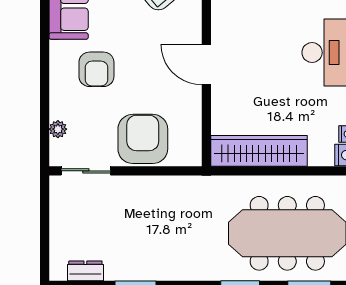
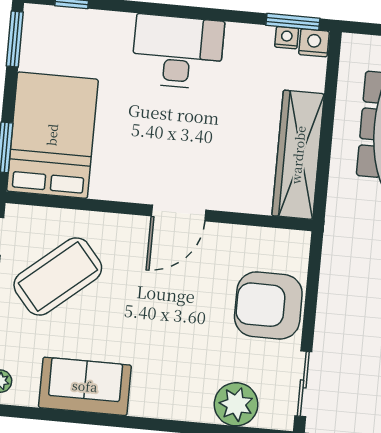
armchair: (96, 69) -> (172, 358), removed
plant: (58, 129) -> (236, 404), width x1.87, depth x1.87

